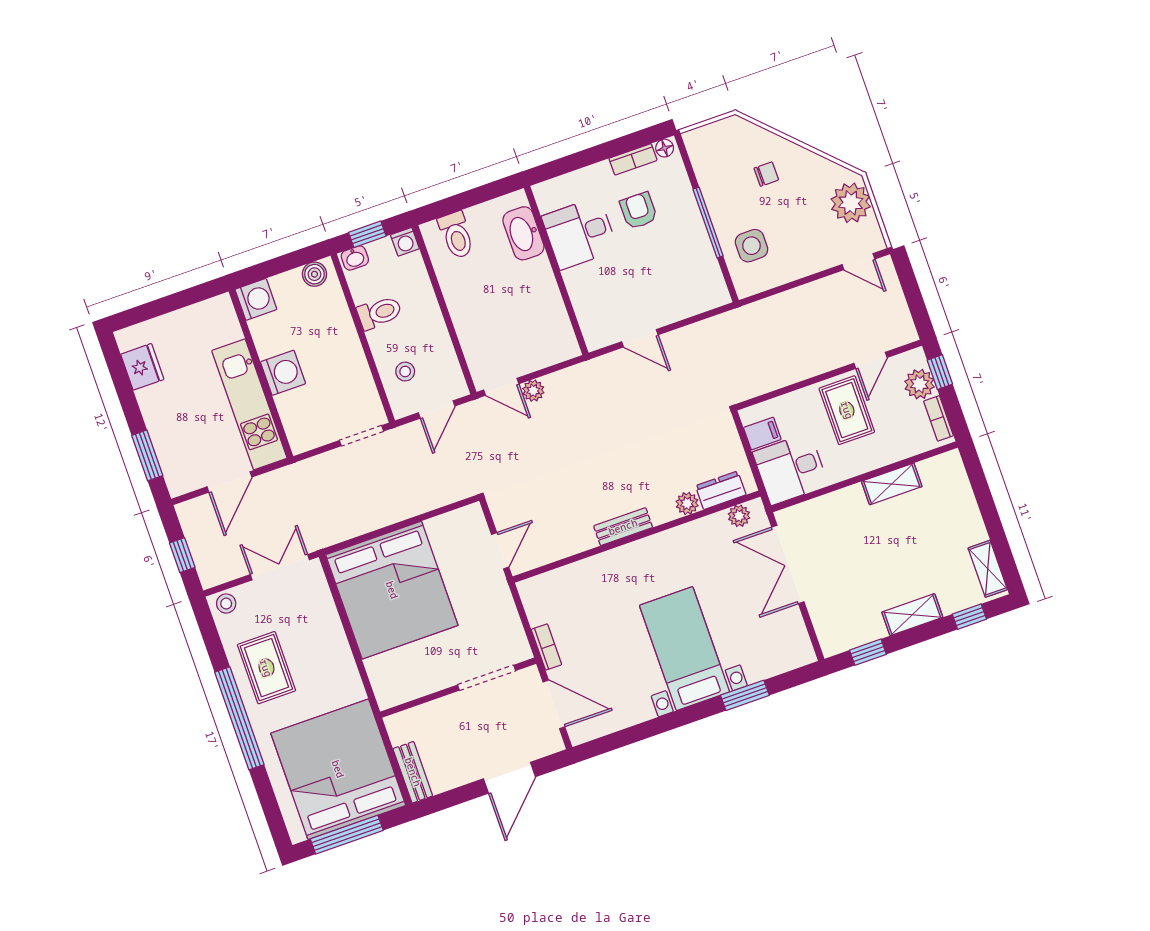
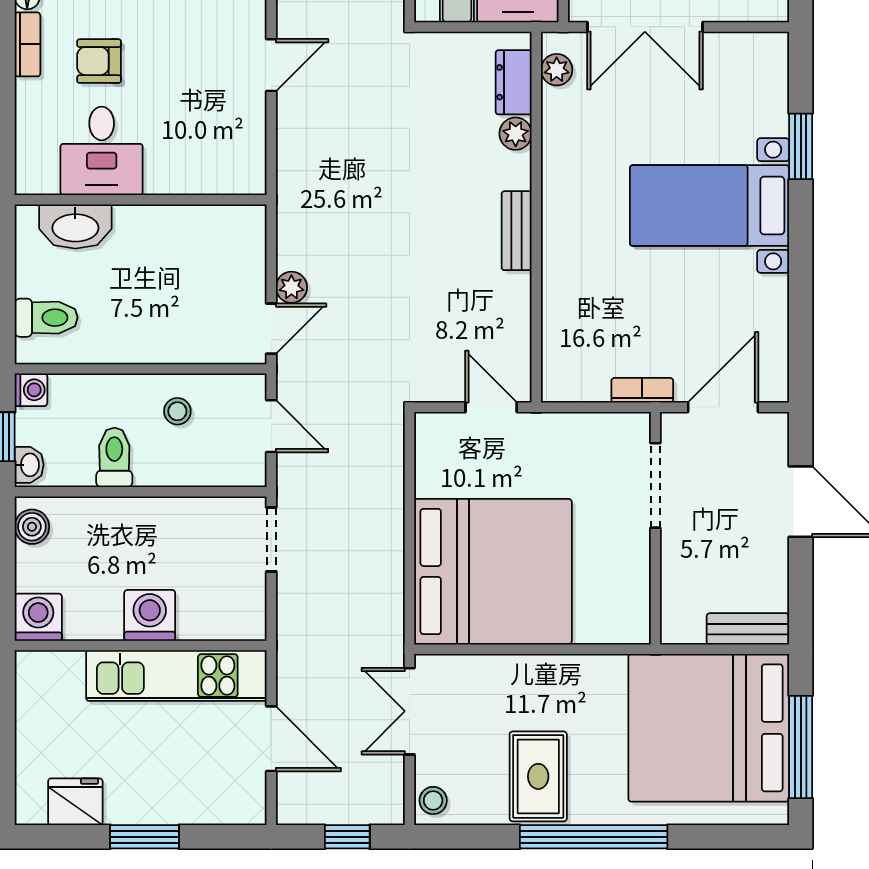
door: (640, 338) -> (271, 65), moved
stool: (405, 372) -> (177, 411), moved
window: (147, 455) -> (144, 837), moved
rug: (266, 668) -> (538, 776), turned 90

